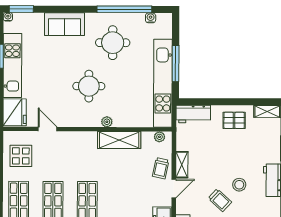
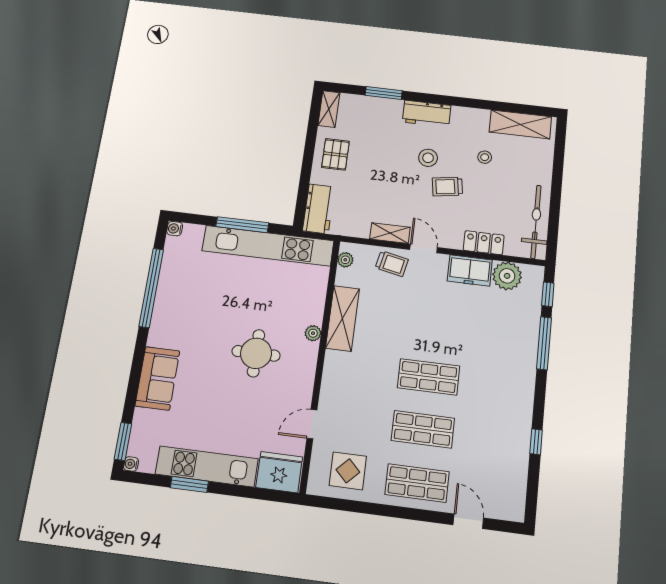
water cooler: (151, 18) -> (175, 229), moved
round table: (113, 43) -> (197, 310), removed
trolley: (220, 200) -> (447, 187), turned -142

